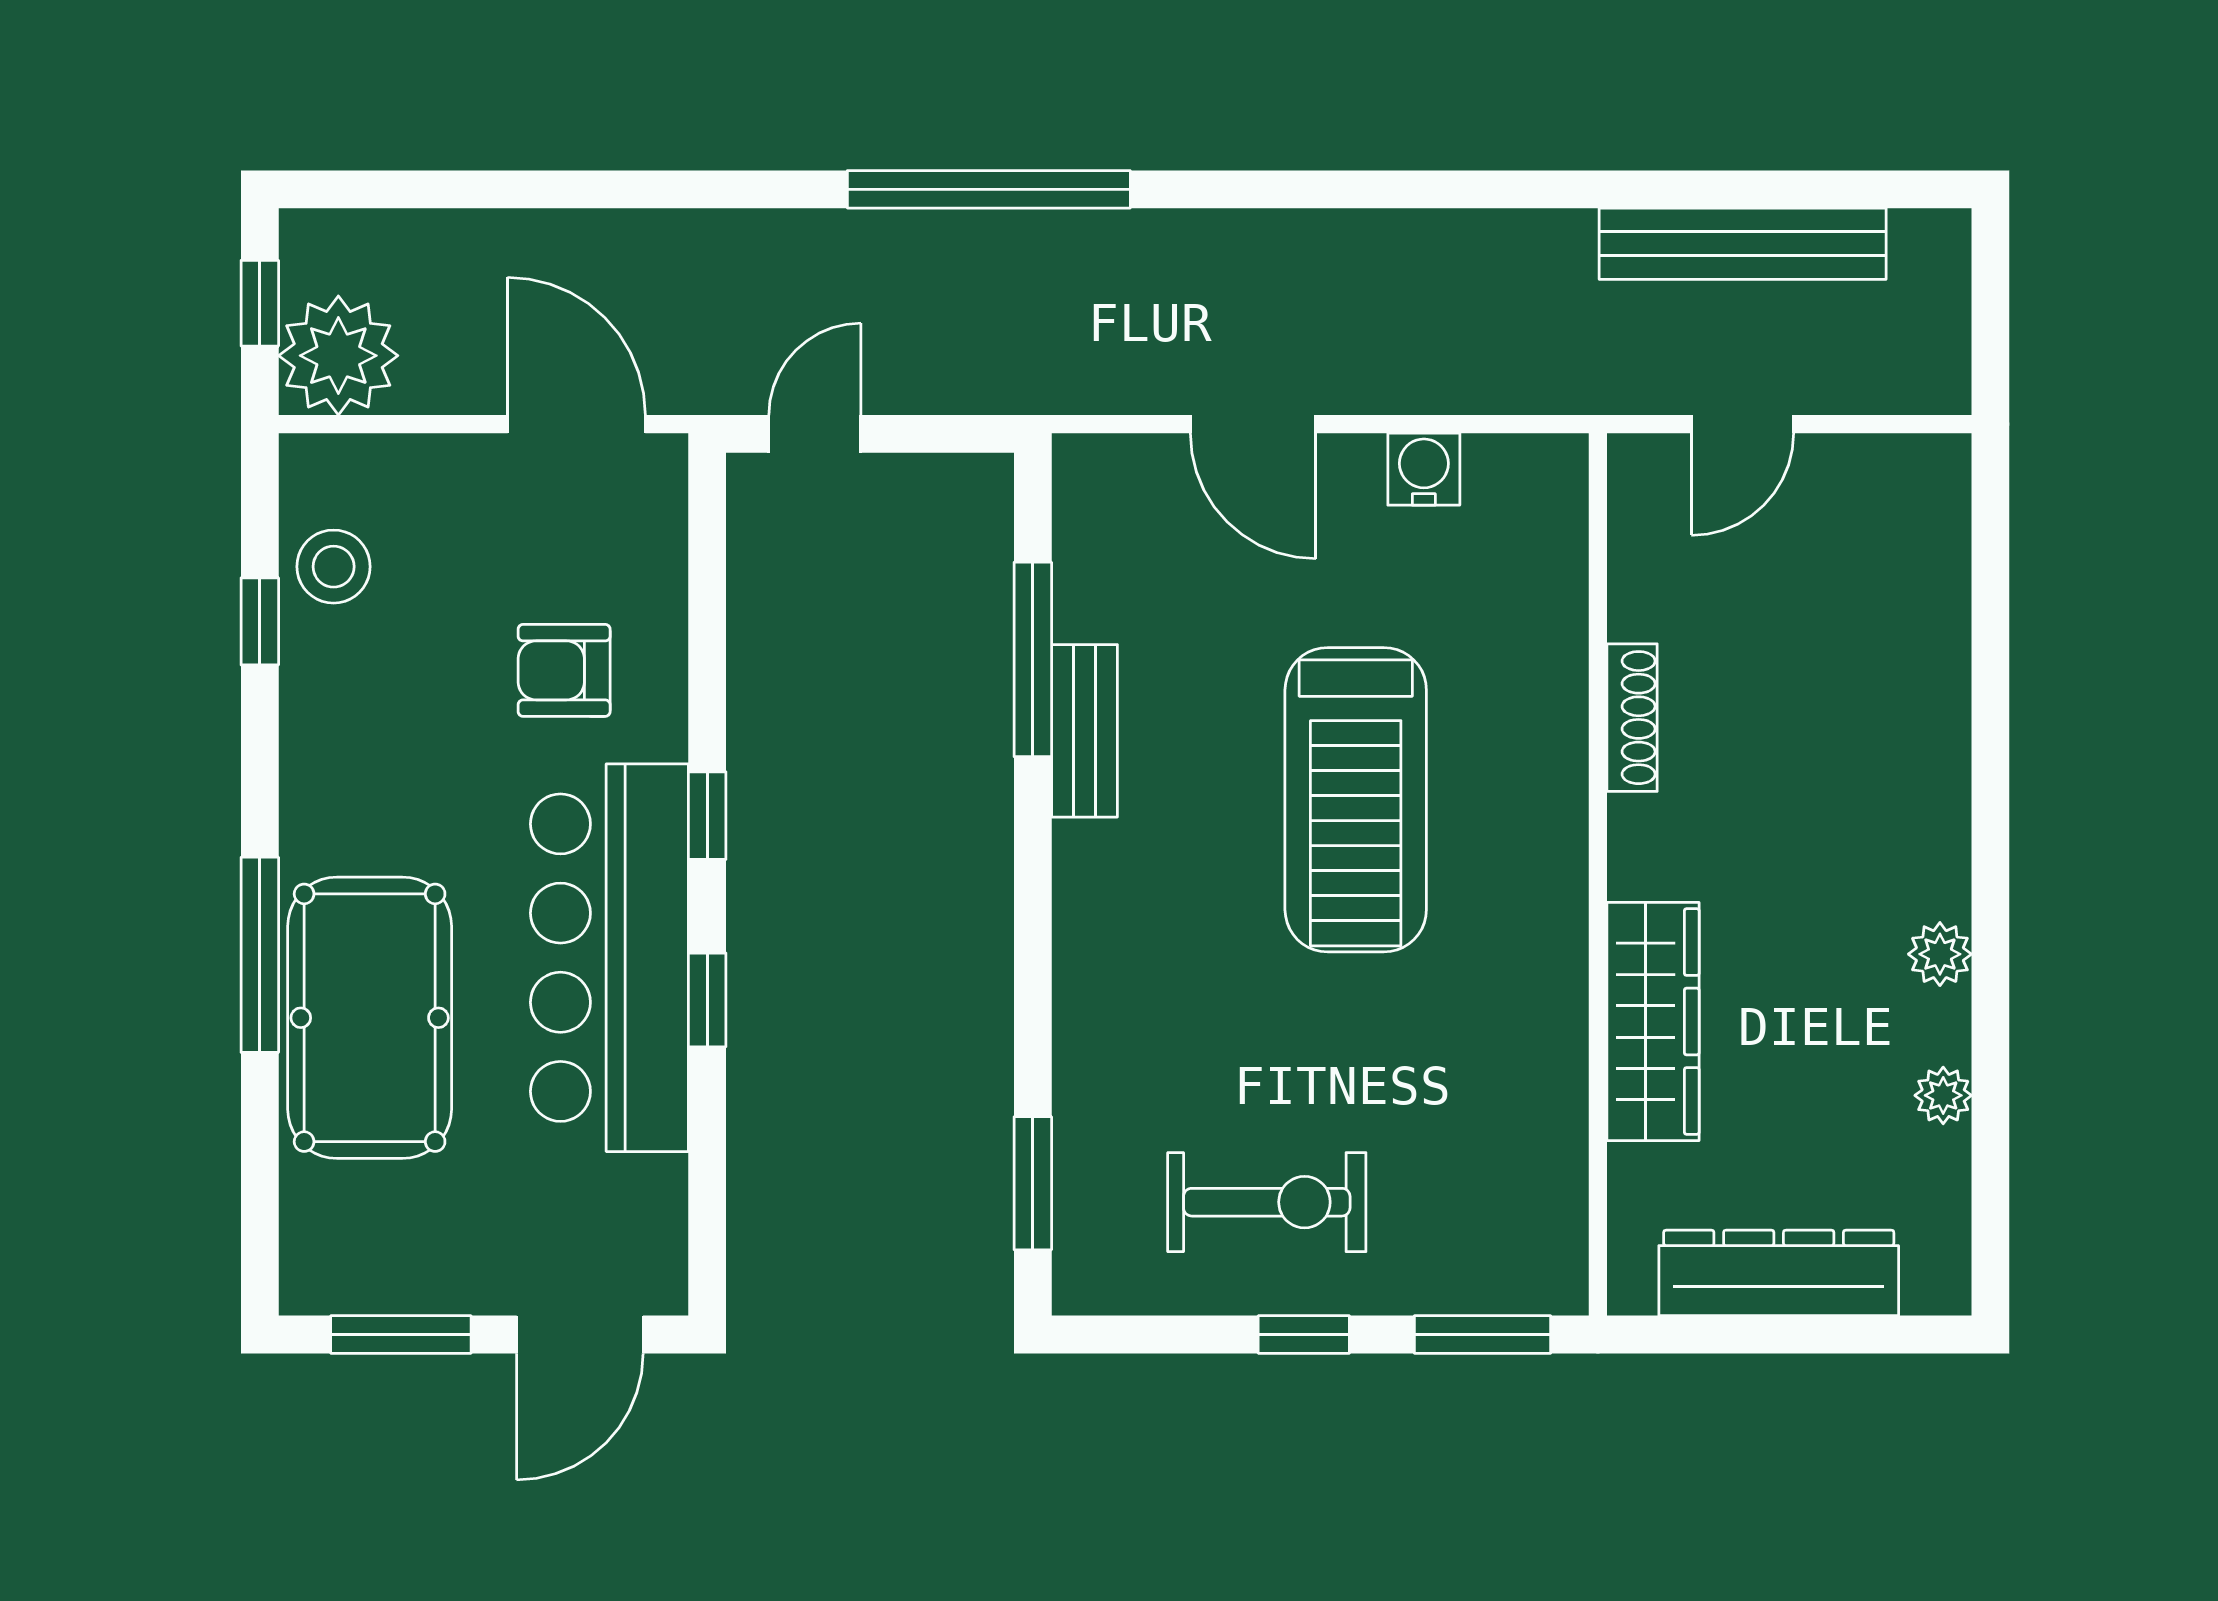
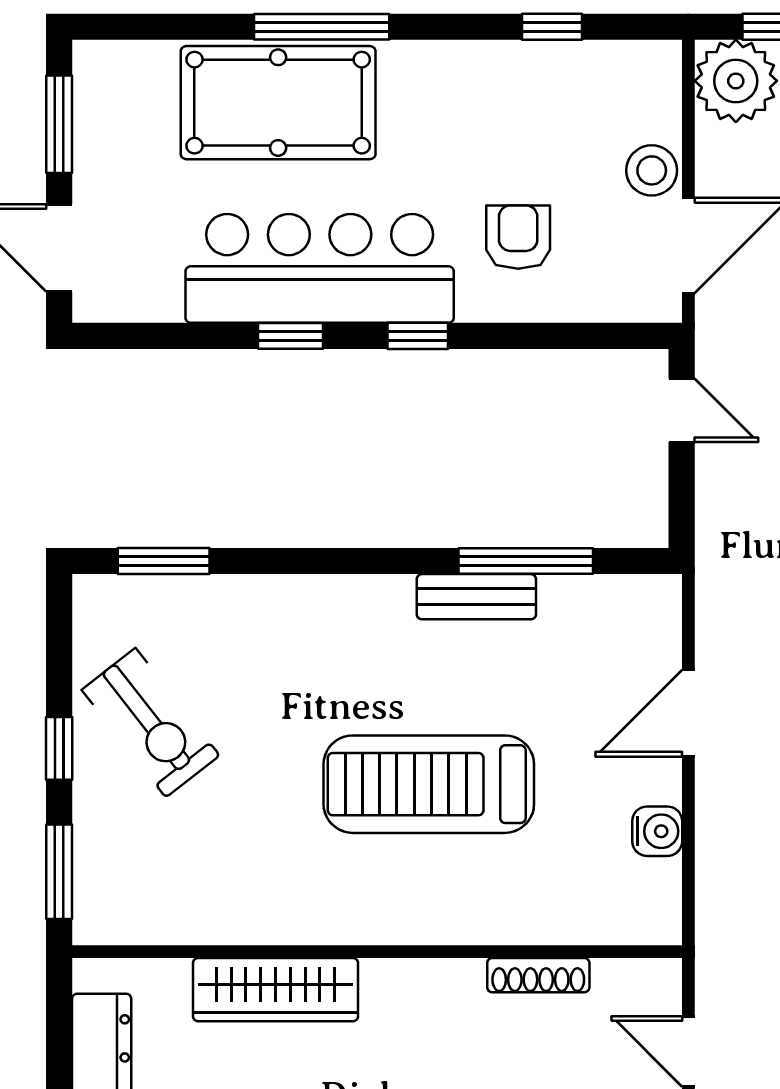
stool: (334, 567) -> (652, 170), moved
shoe rack: (1632, 718) -> (538, 975), moved
exercise bike: (1267, 1202) -> (151, 723), turned -38

